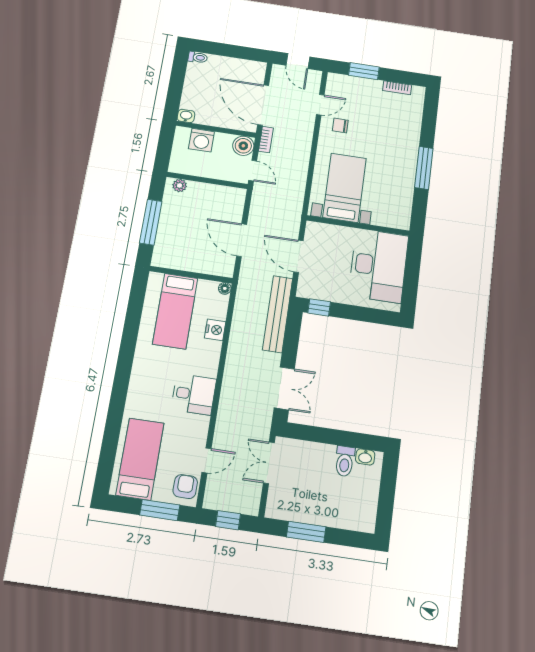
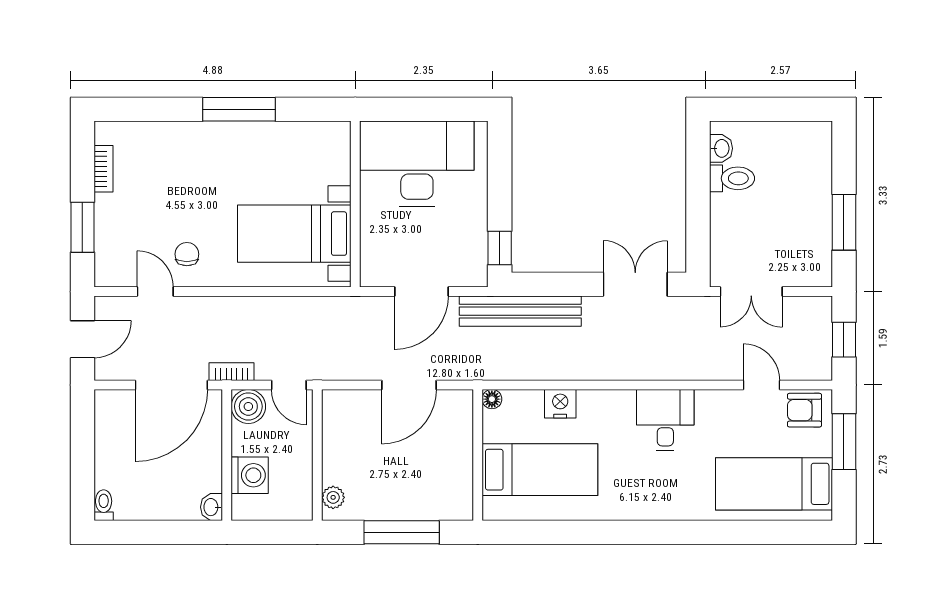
chair: (340, 126) -> (187, 254), turned 180
door: (253, 171) -> (289, 385), swing flipped

